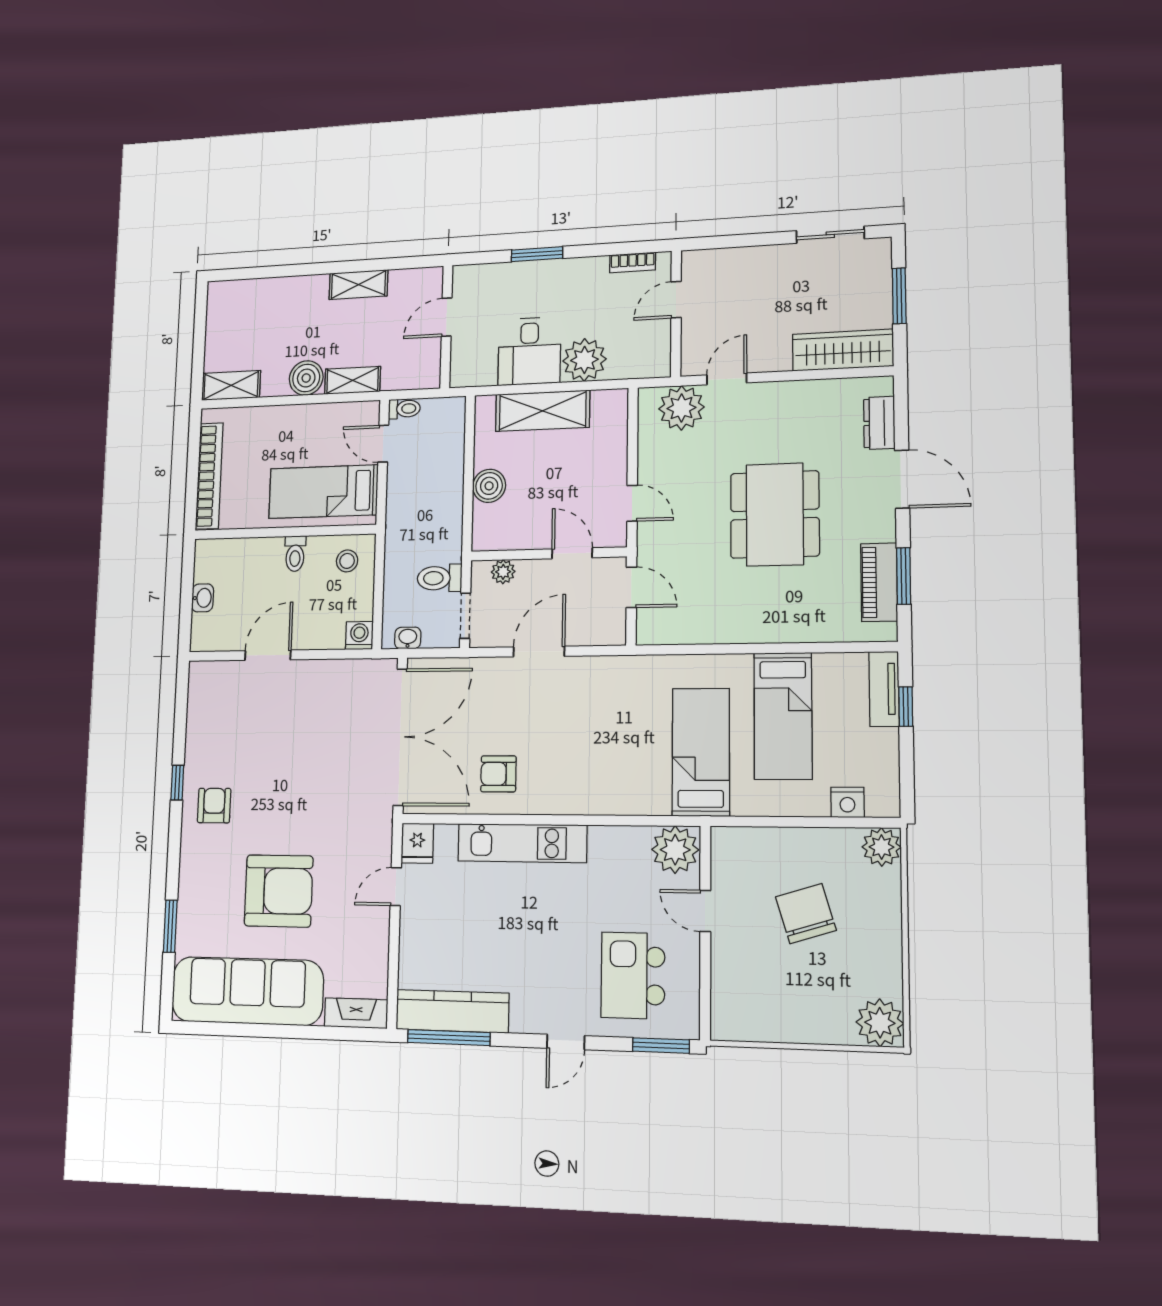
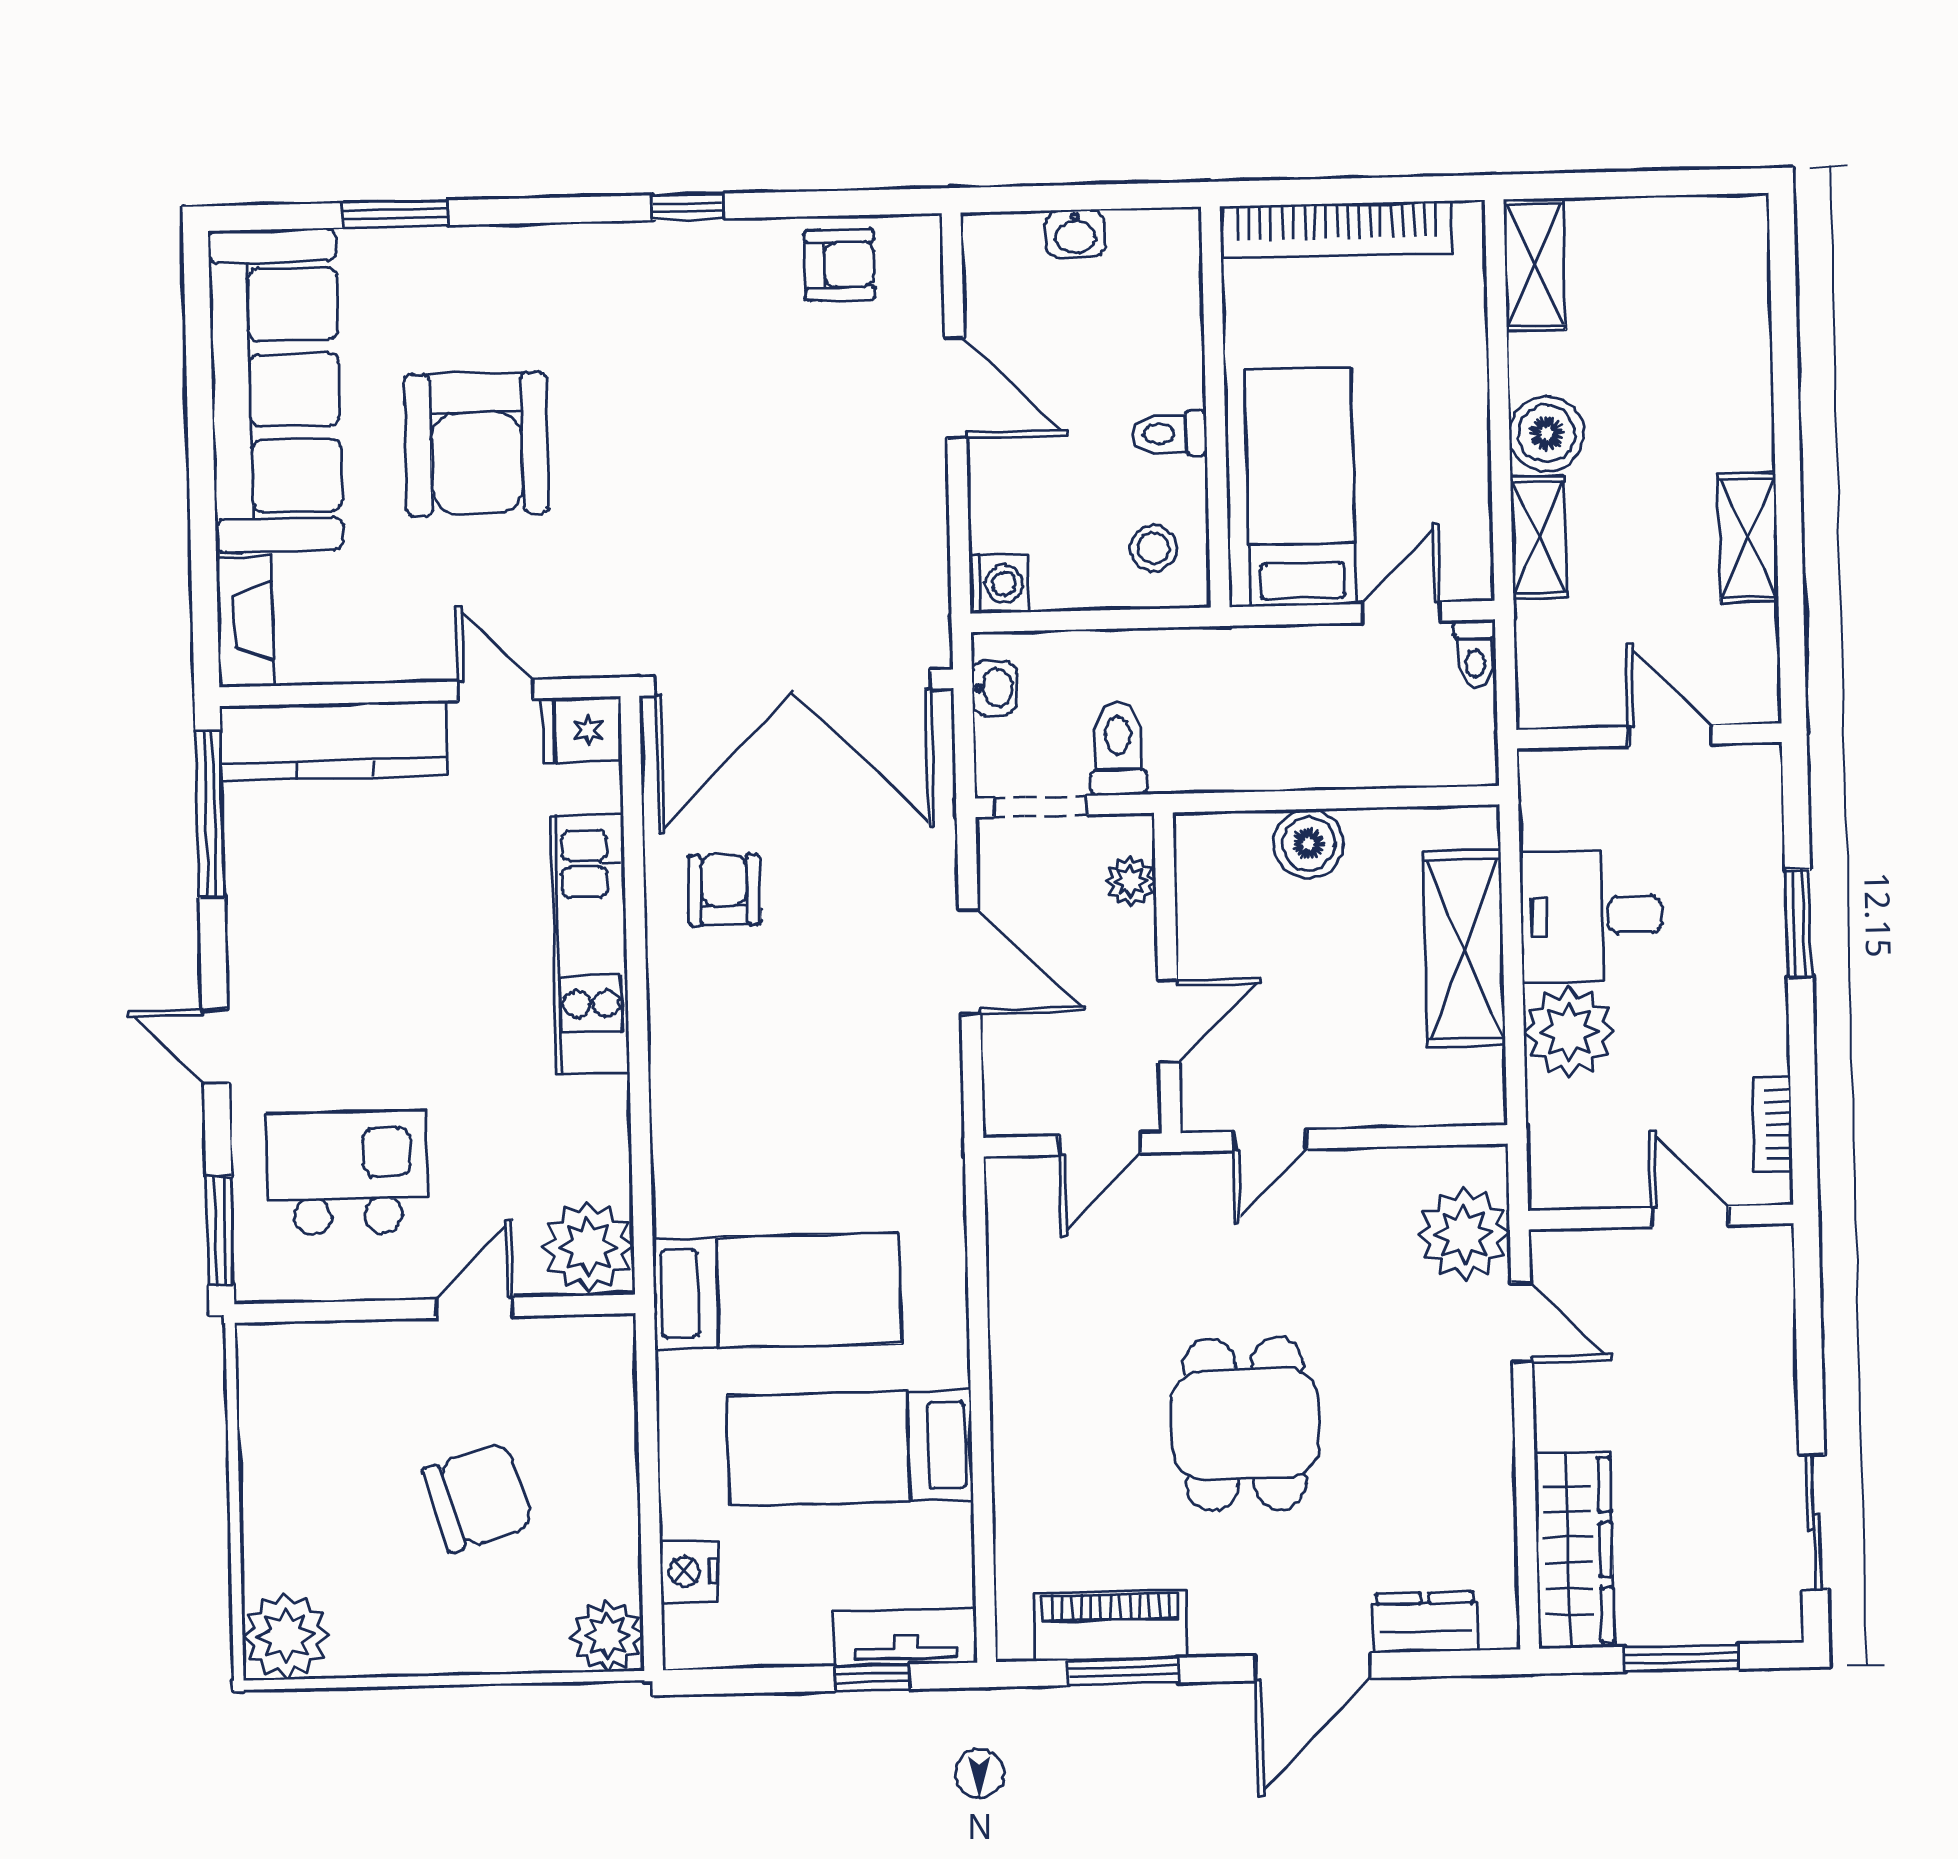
dining table: (775, 514) -> (1245, 1424), width x0.73
armchair: (214, 806) -> (839, 265), moved
kitchen counter: (452, 1011) -> (334, 741), moved, turned 90

